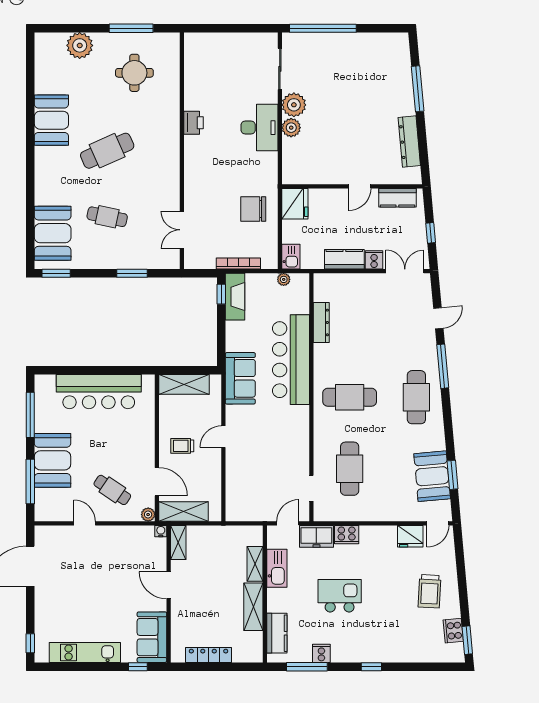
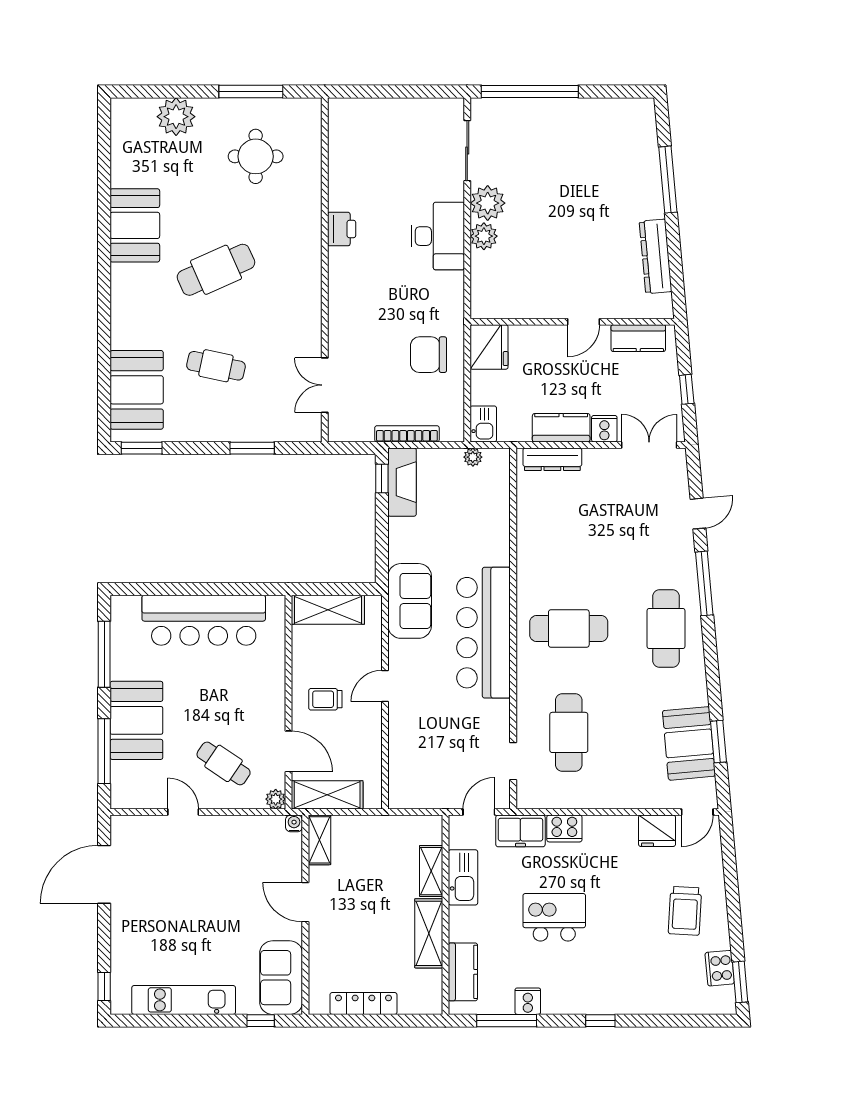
dresser: (321, 322) -> (552, 459), moved, turned 90
bar counter: (291, 360) -> (484, 633), moved

